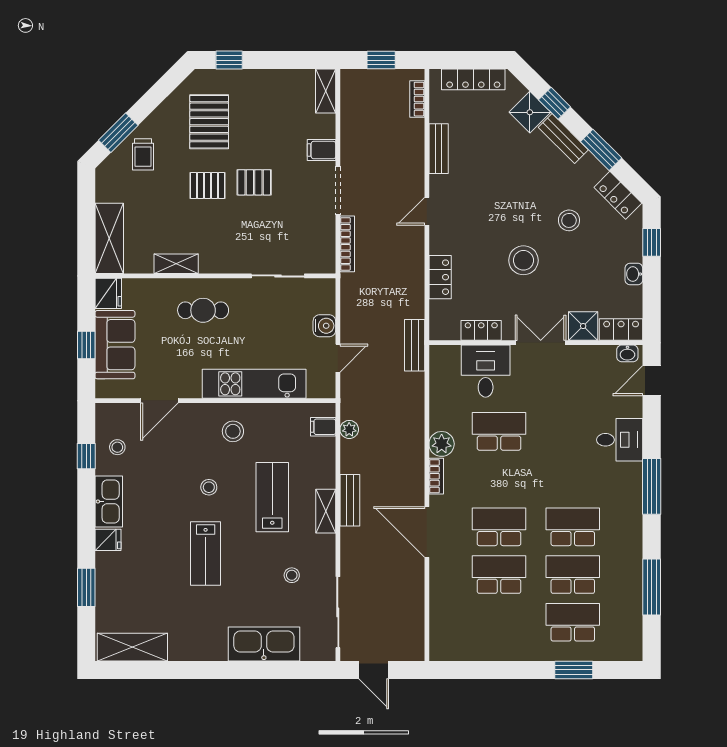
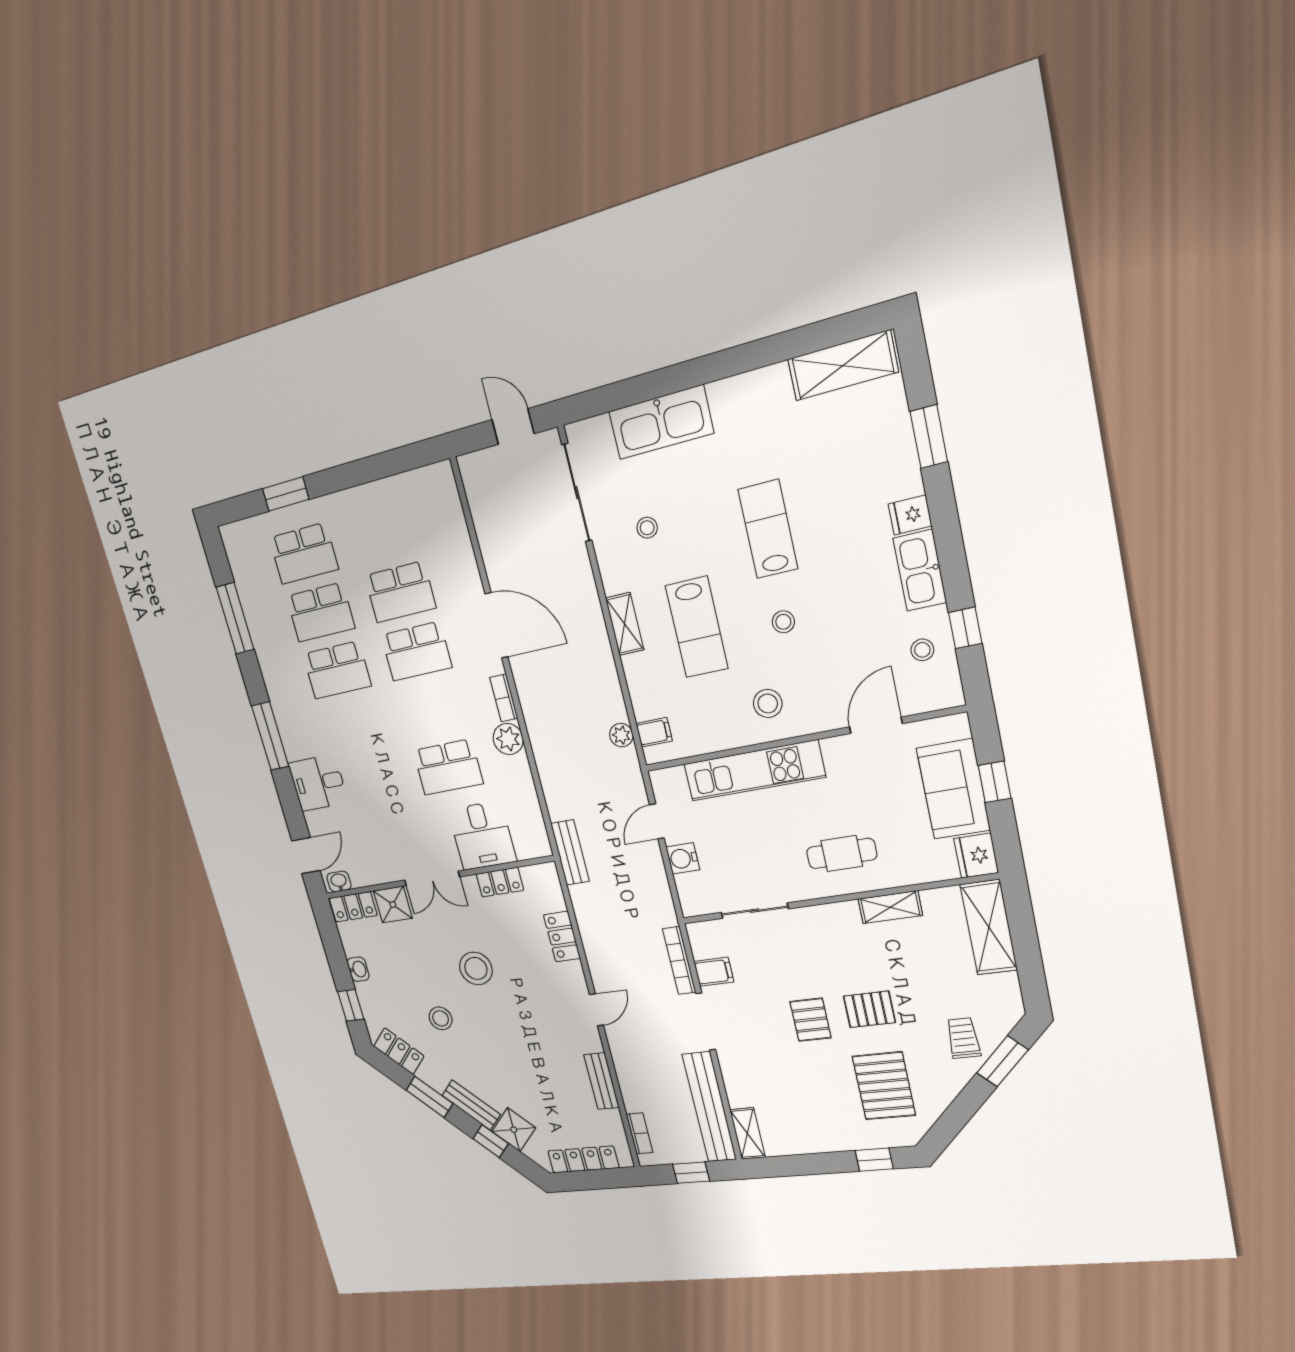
filing cabinet: (321, 150) -> (714, 972), moved
pallet: (254, 182) -> (810, 1020), turned 90
bench: (350, 500) -> (709, 1107), moved, width x1.86, depth x1.21

